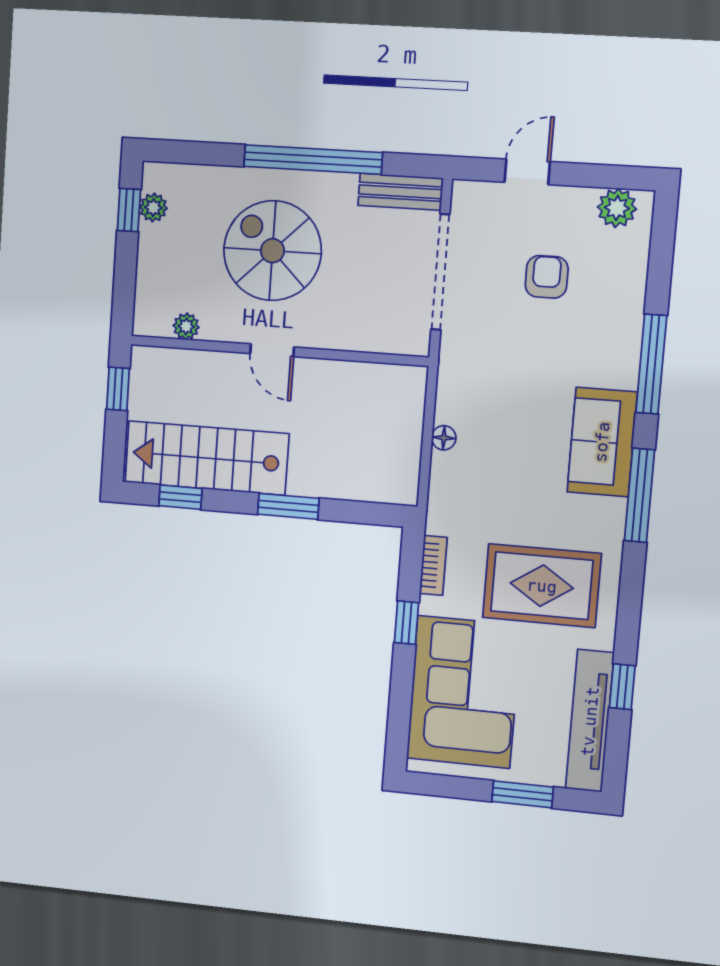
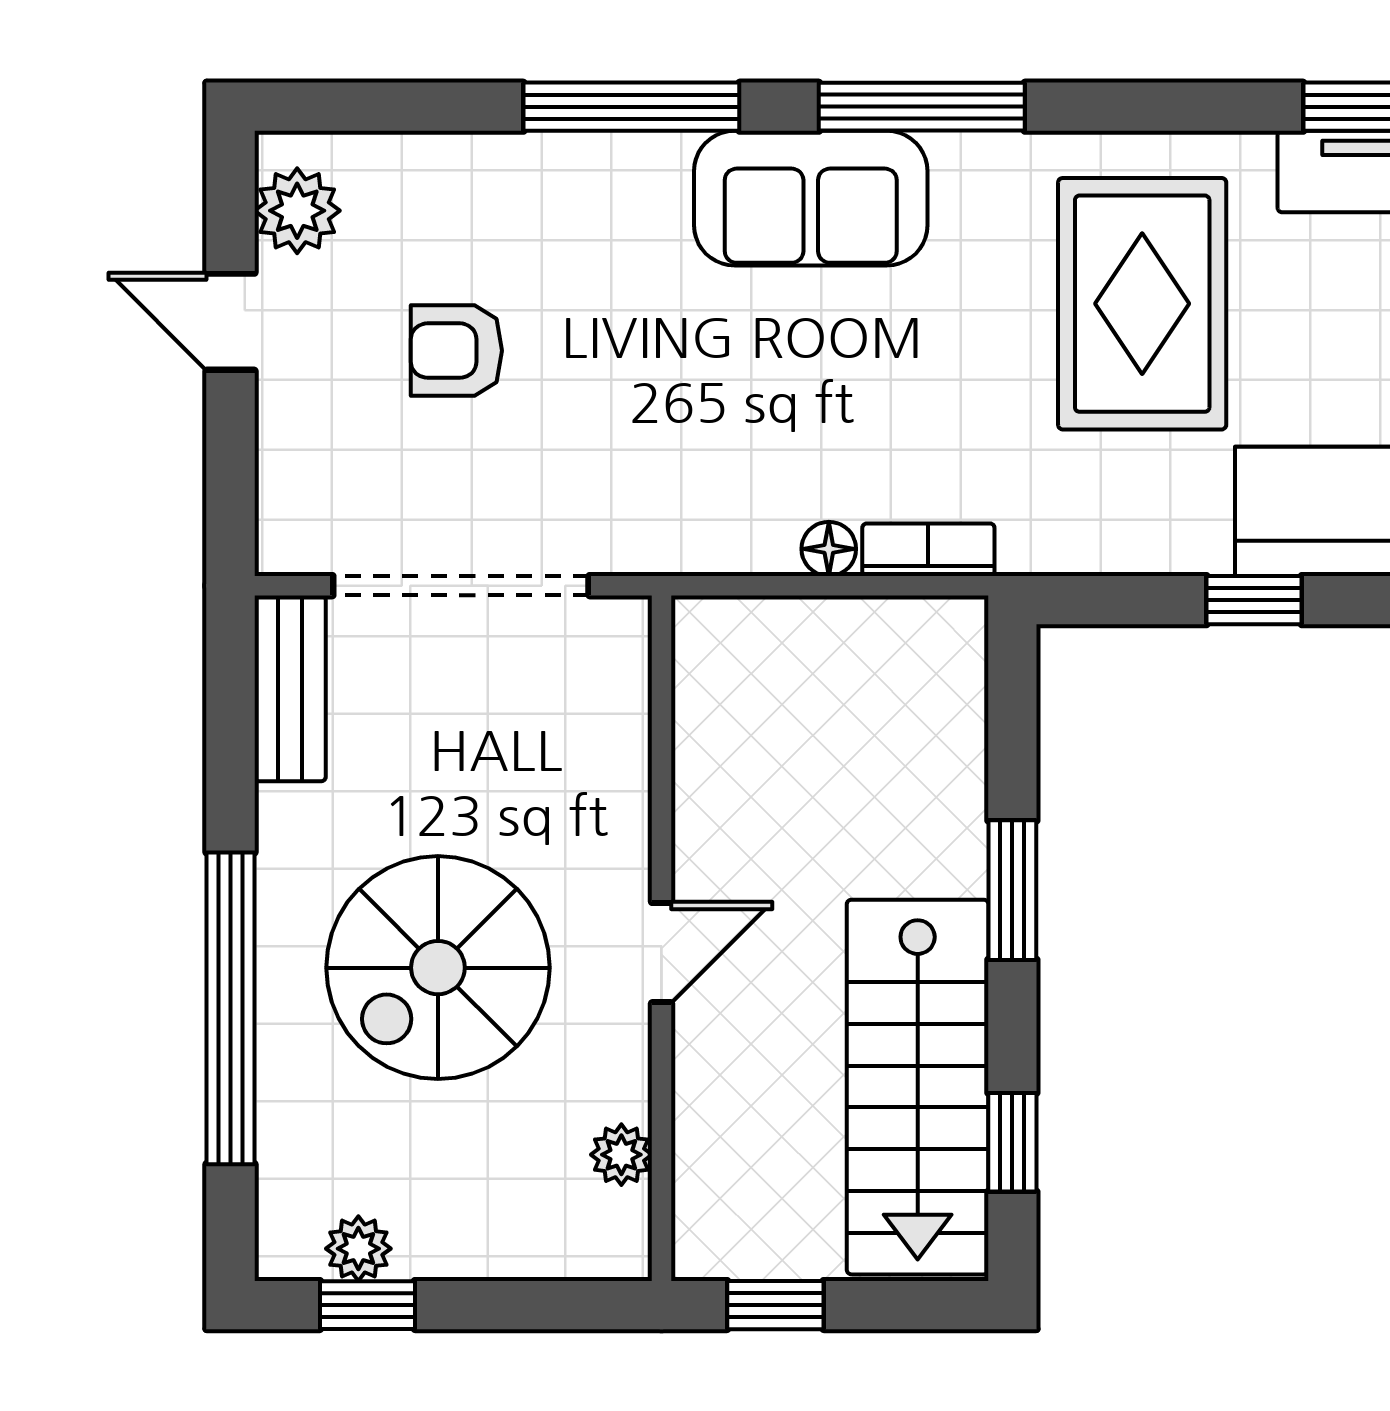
window: (313, 160) -> (231, 1008), moved
door: (527, 172) -> (231, 322), moved
bookcase: (433, 565) -> (928, 550), moved

